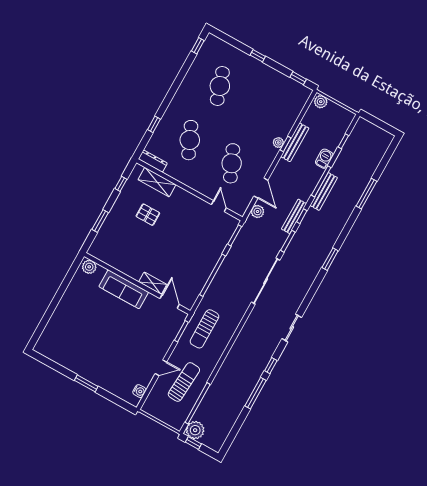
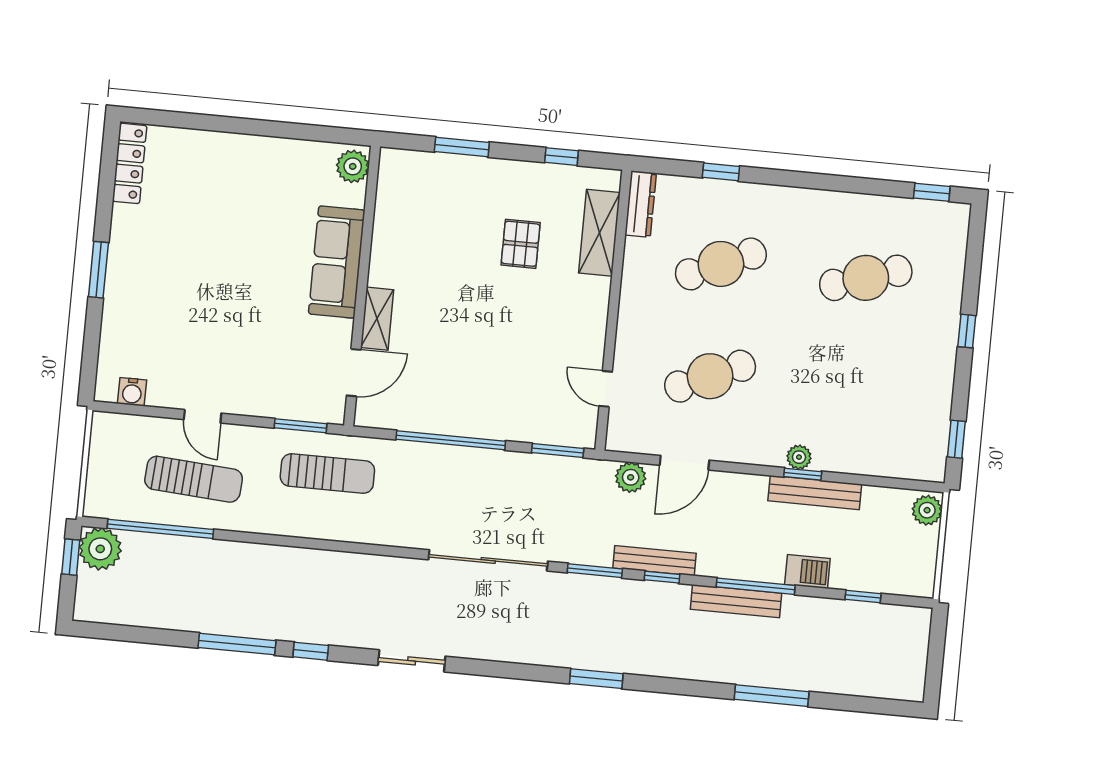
door: (219, 206) -> (606, 389), swing flipped
sun lounger: (204, 329) -> (327, 474), turned 180
locker: (50, 353) -> (130, 163), added

